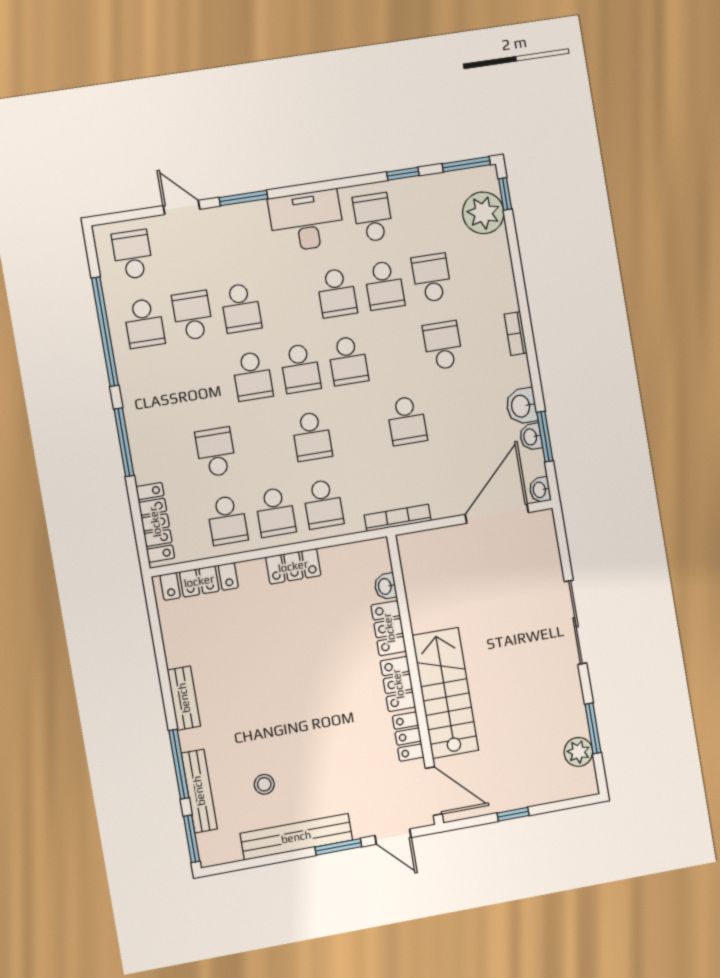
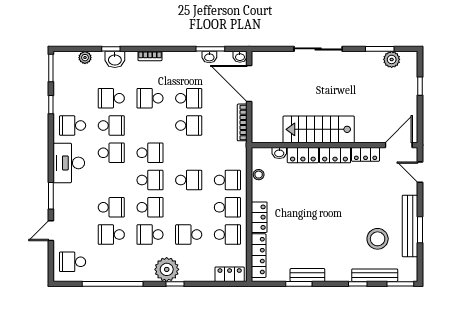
window: (505, 194) -> (111, 49), moved
plant: (483, 213) -> (85, 58), width x0.53, depth x0.53
school desk: (144, 323) -> (150, 235), moved, turned 180
washbasin: (521, 406) -> (115, 59), moved
school desk: (454, 413) -> (189, 98), added
plant: (147, 423) -> (167, 269), added
window: (124, 442) -> (175, 284), width x0.46
bookcase: (398, 518) -> (242, 122), moved
locker: (155, 522) -> (230, 274), width x0.66
stool: (342, 557) -> (259, 175), added
locker: (293, 566) -> (259, 217), moved
window: (161, 661) -> (299, 284), added
stairs: (445, 693) -> (319, 129), moved
bench: (184, 698) -> (307, 275), moved
window: (179, 764) -> (358, 284), width x0.46
stool: (264, 784) -> (378, 239), width x1.89, depth x1.89
window: (513, 814) -> (420, 86), moved
door: (393, 837) -> (420, 172), swing flipped
window: (338, 847) -> (420, 230), moved

